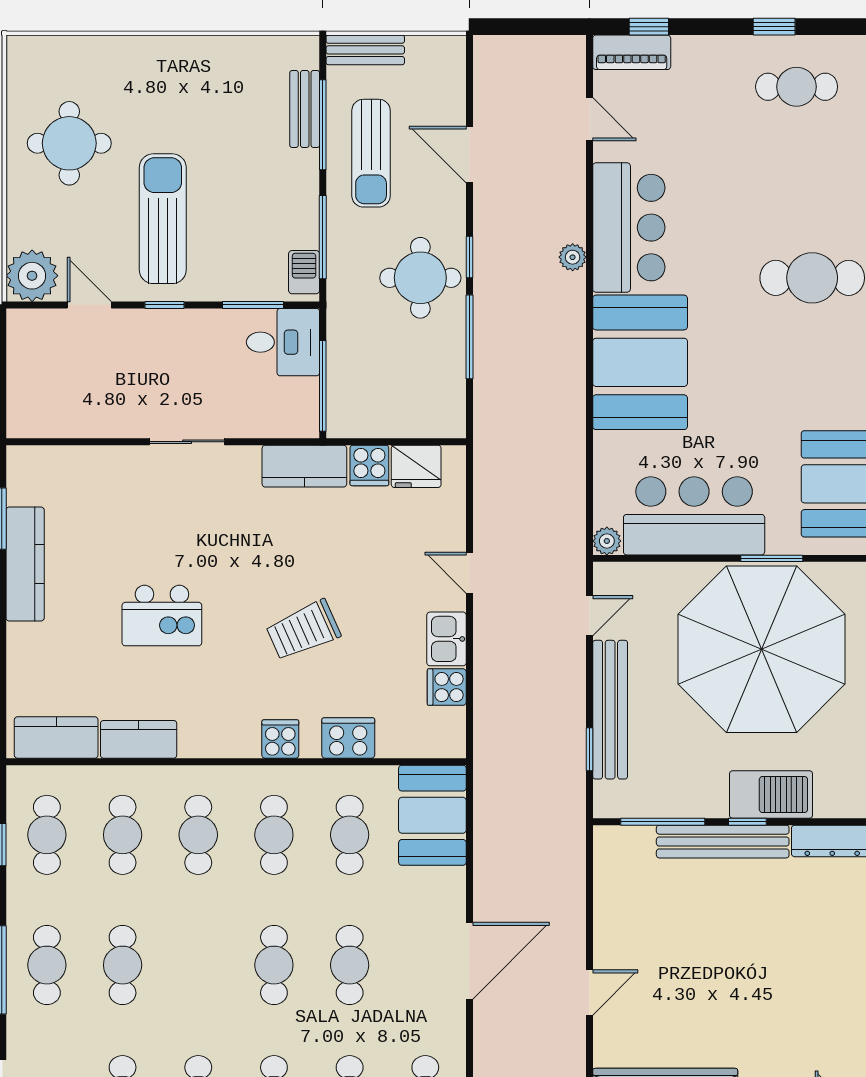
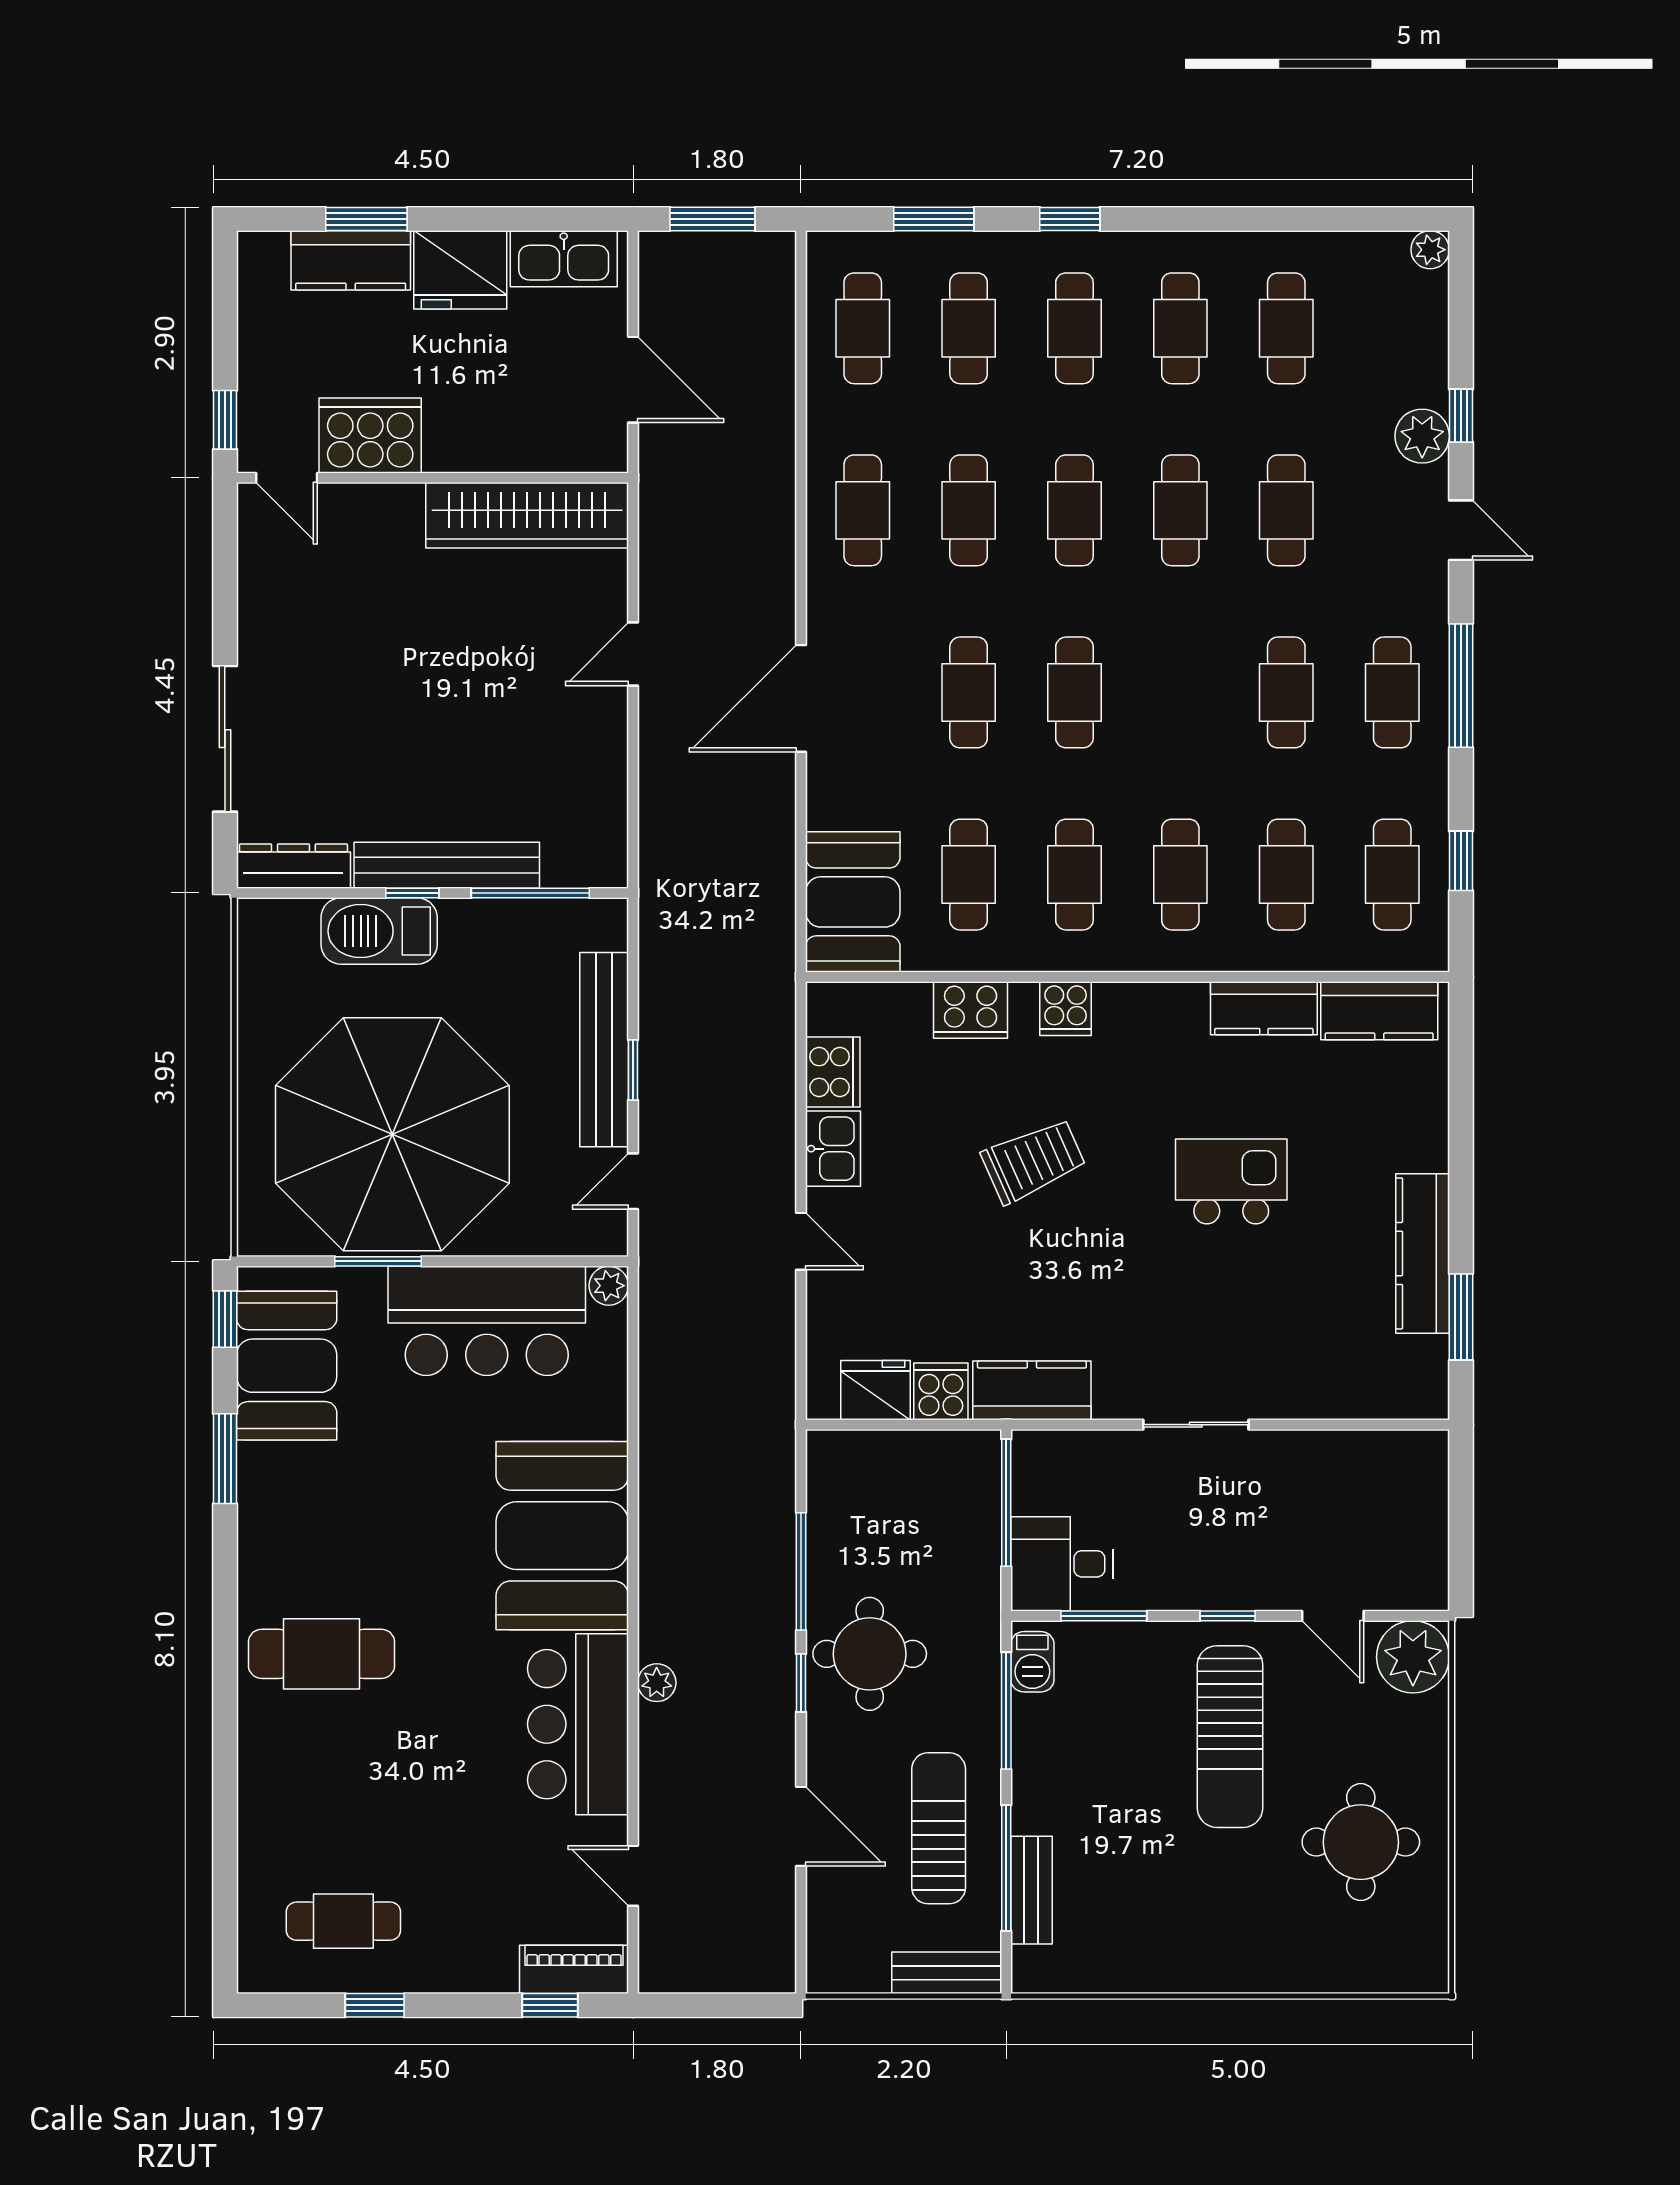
cooker: (447, 687) -> (833, 1072), width x1.36
window: (589, 749) -> (633, 1070), moved

